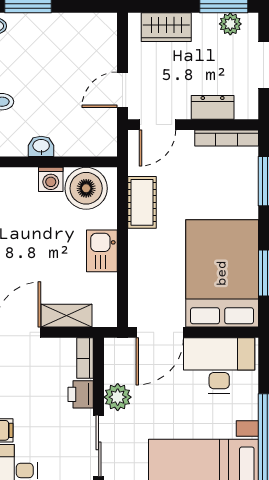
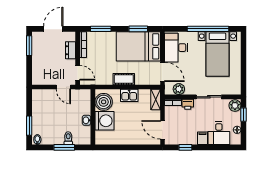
plant: (230, 24) -> (36, 43), removed
wardrobe: (166, 27) -> (38, 69), removed
washing machine: (51, 179) -> (104, 121), width x1.89, depth x1.89
cot: (142, 202) -> (124, 79), moved
shelving: (67, 316) -> (156, 100), moved
plant: (118, 397) -> (179, 89), moved

